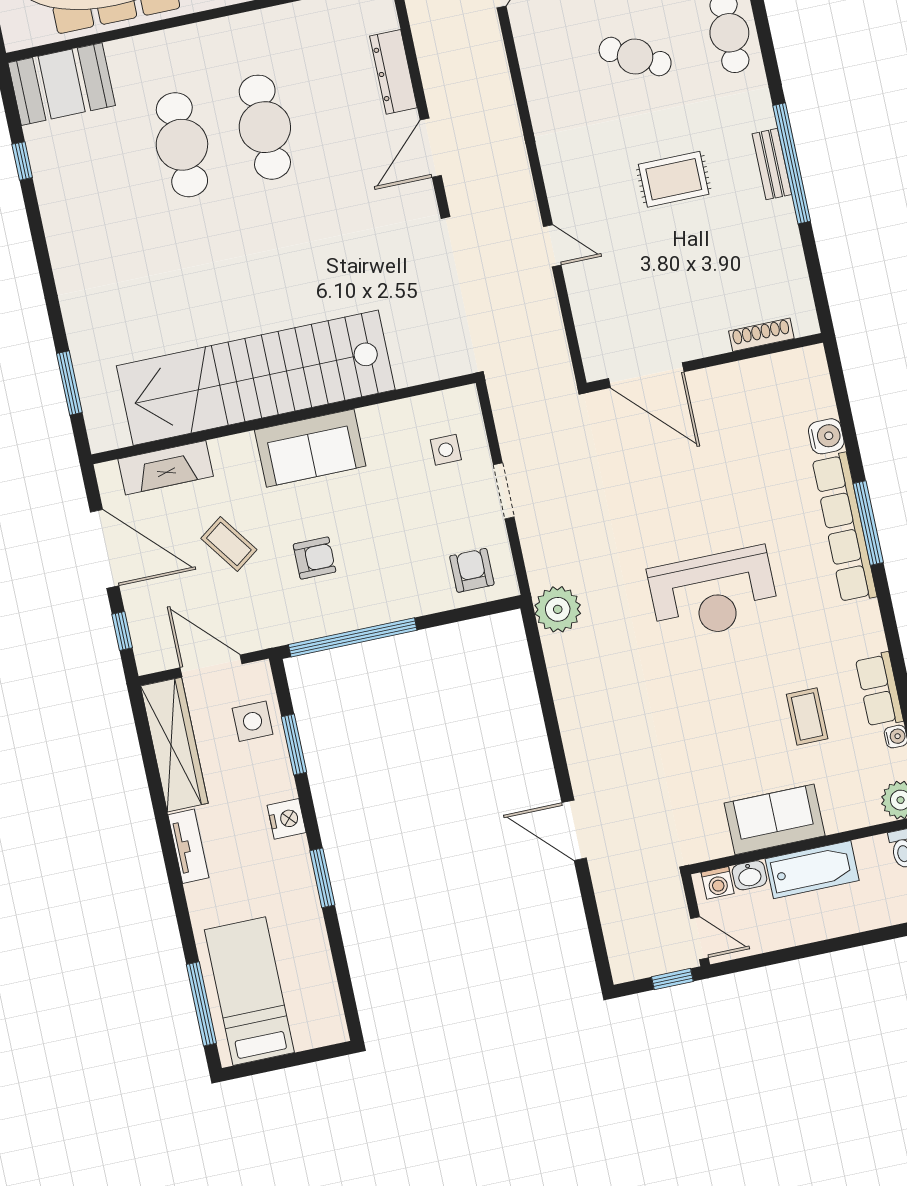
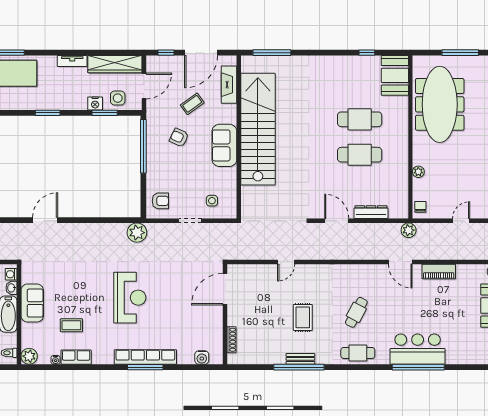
window: (69, 383) -> (272, 53), width x1.44
water cooler: (826, 436) -> (202, 357), moved
armchair: (314, 558) -> (179, 138), turned 115
reception desk: (713, 594) -> (130, 298), turned 180
nightstand: (287, 819) -> (95, 103), moved

